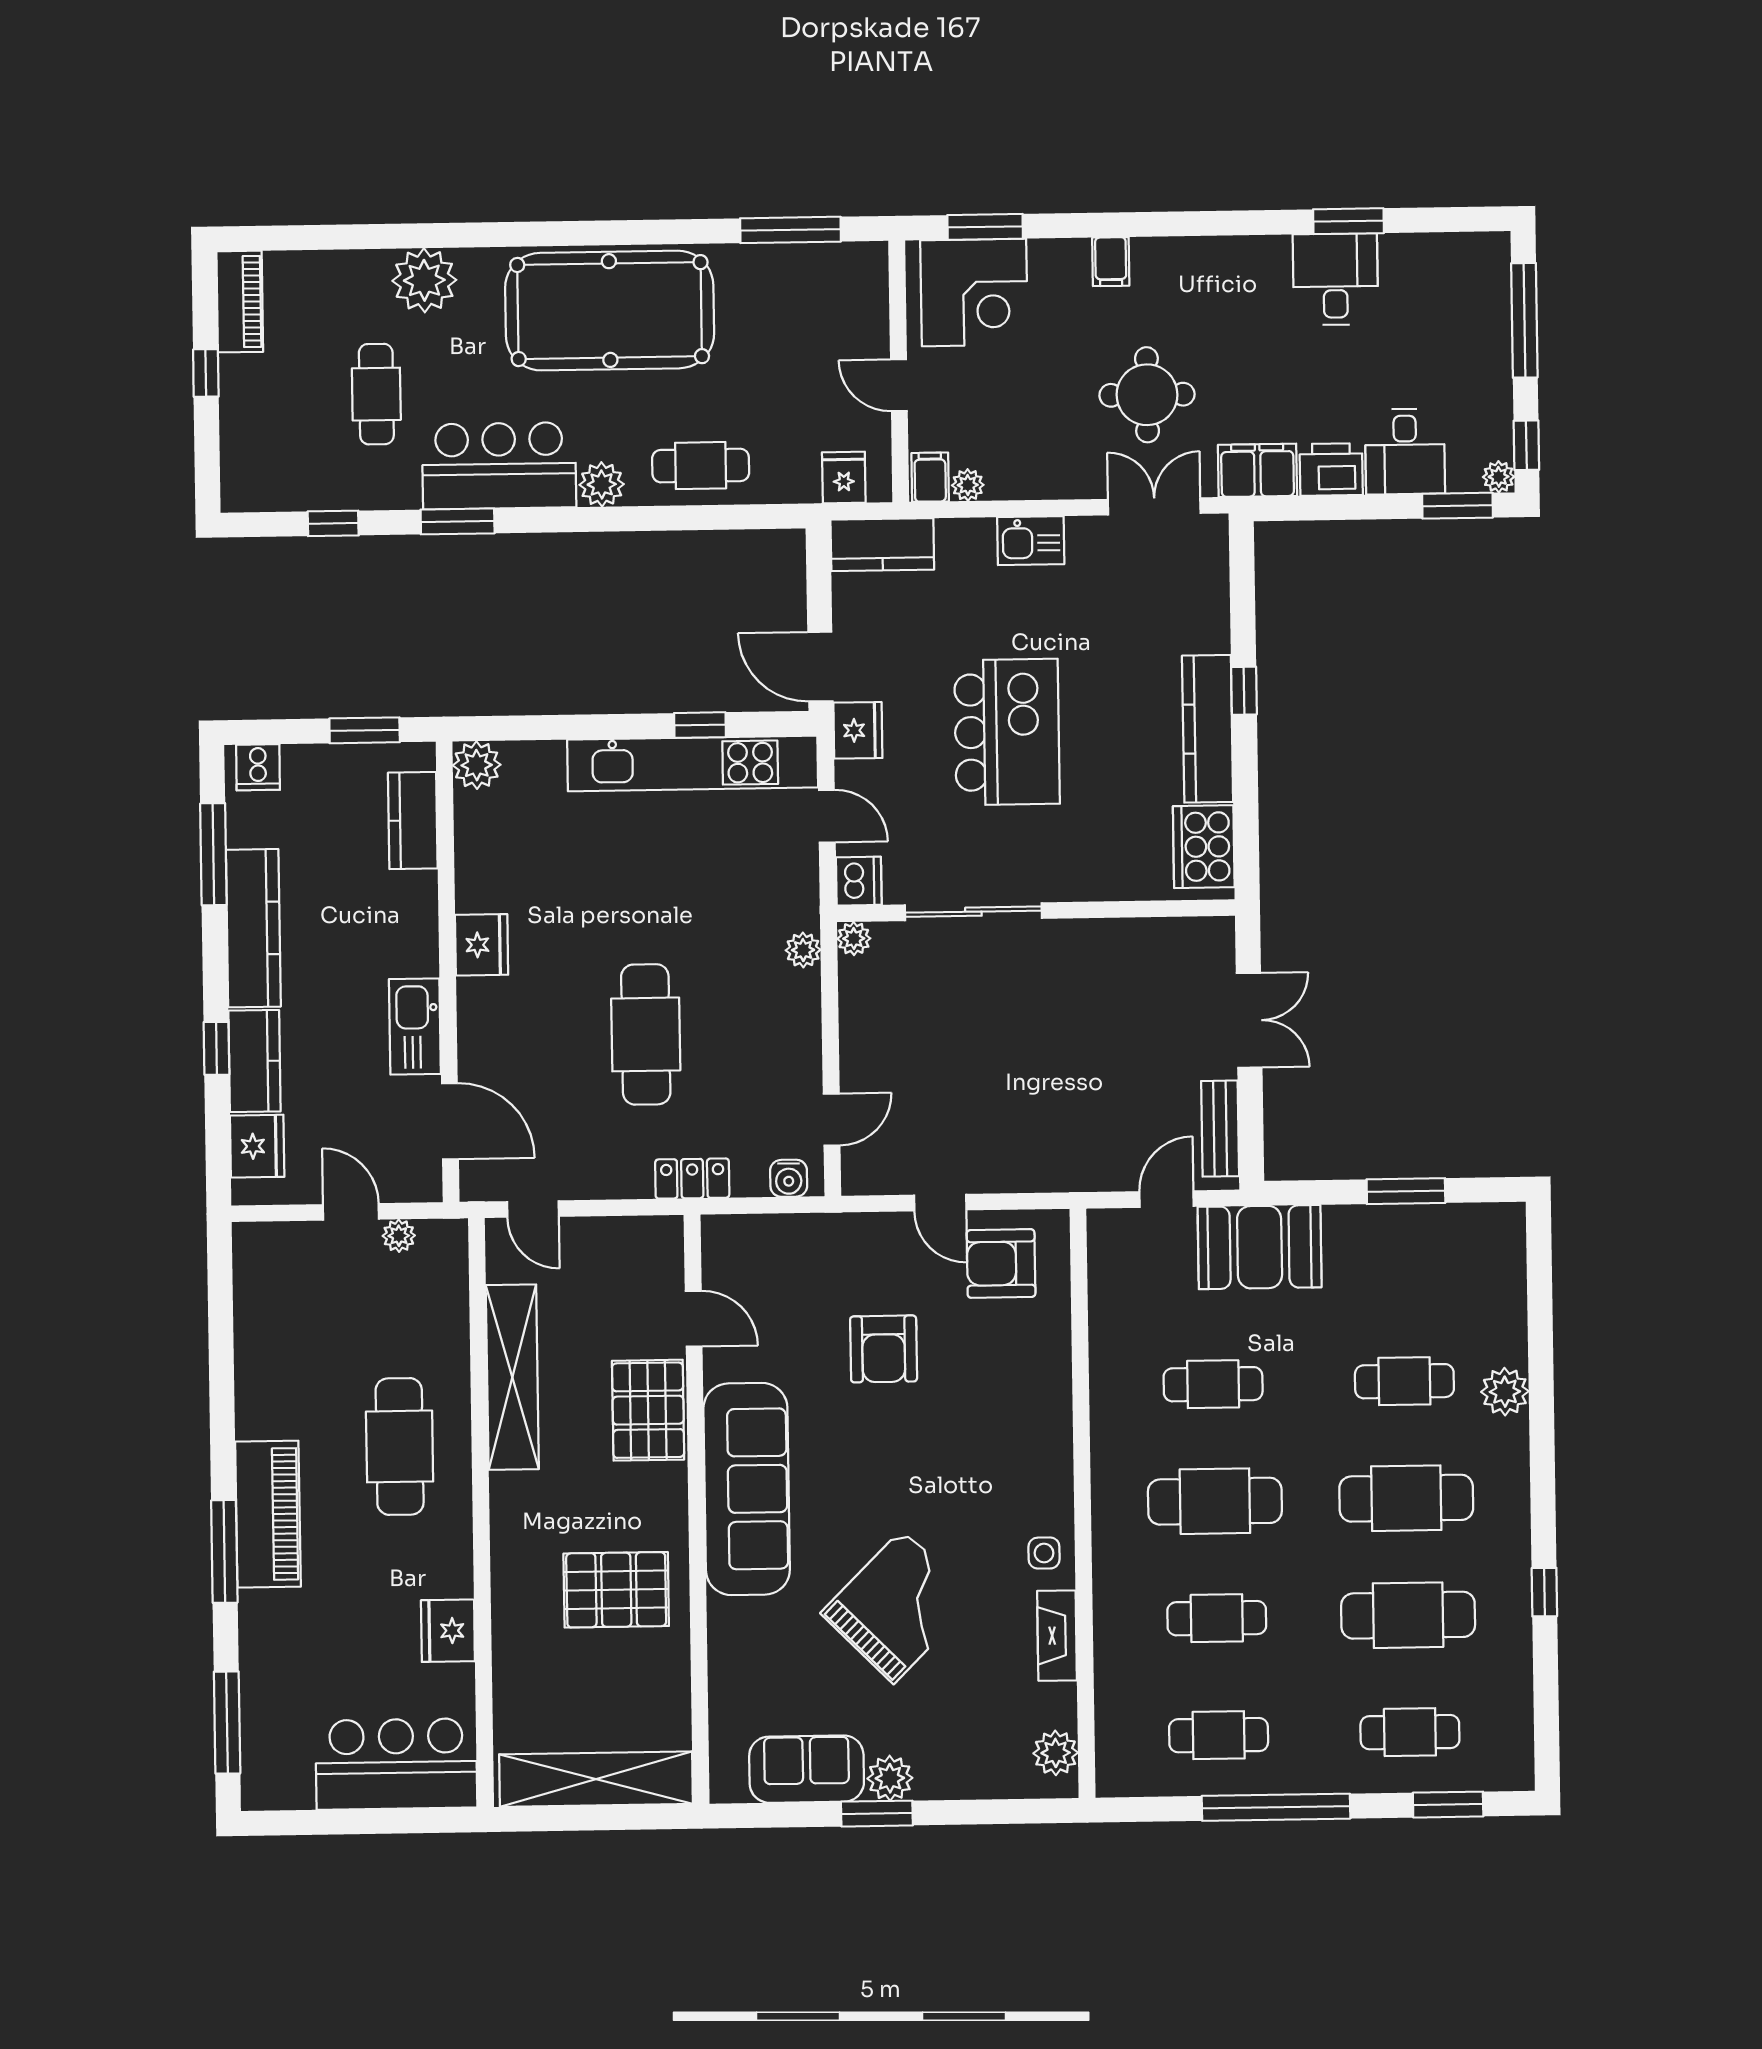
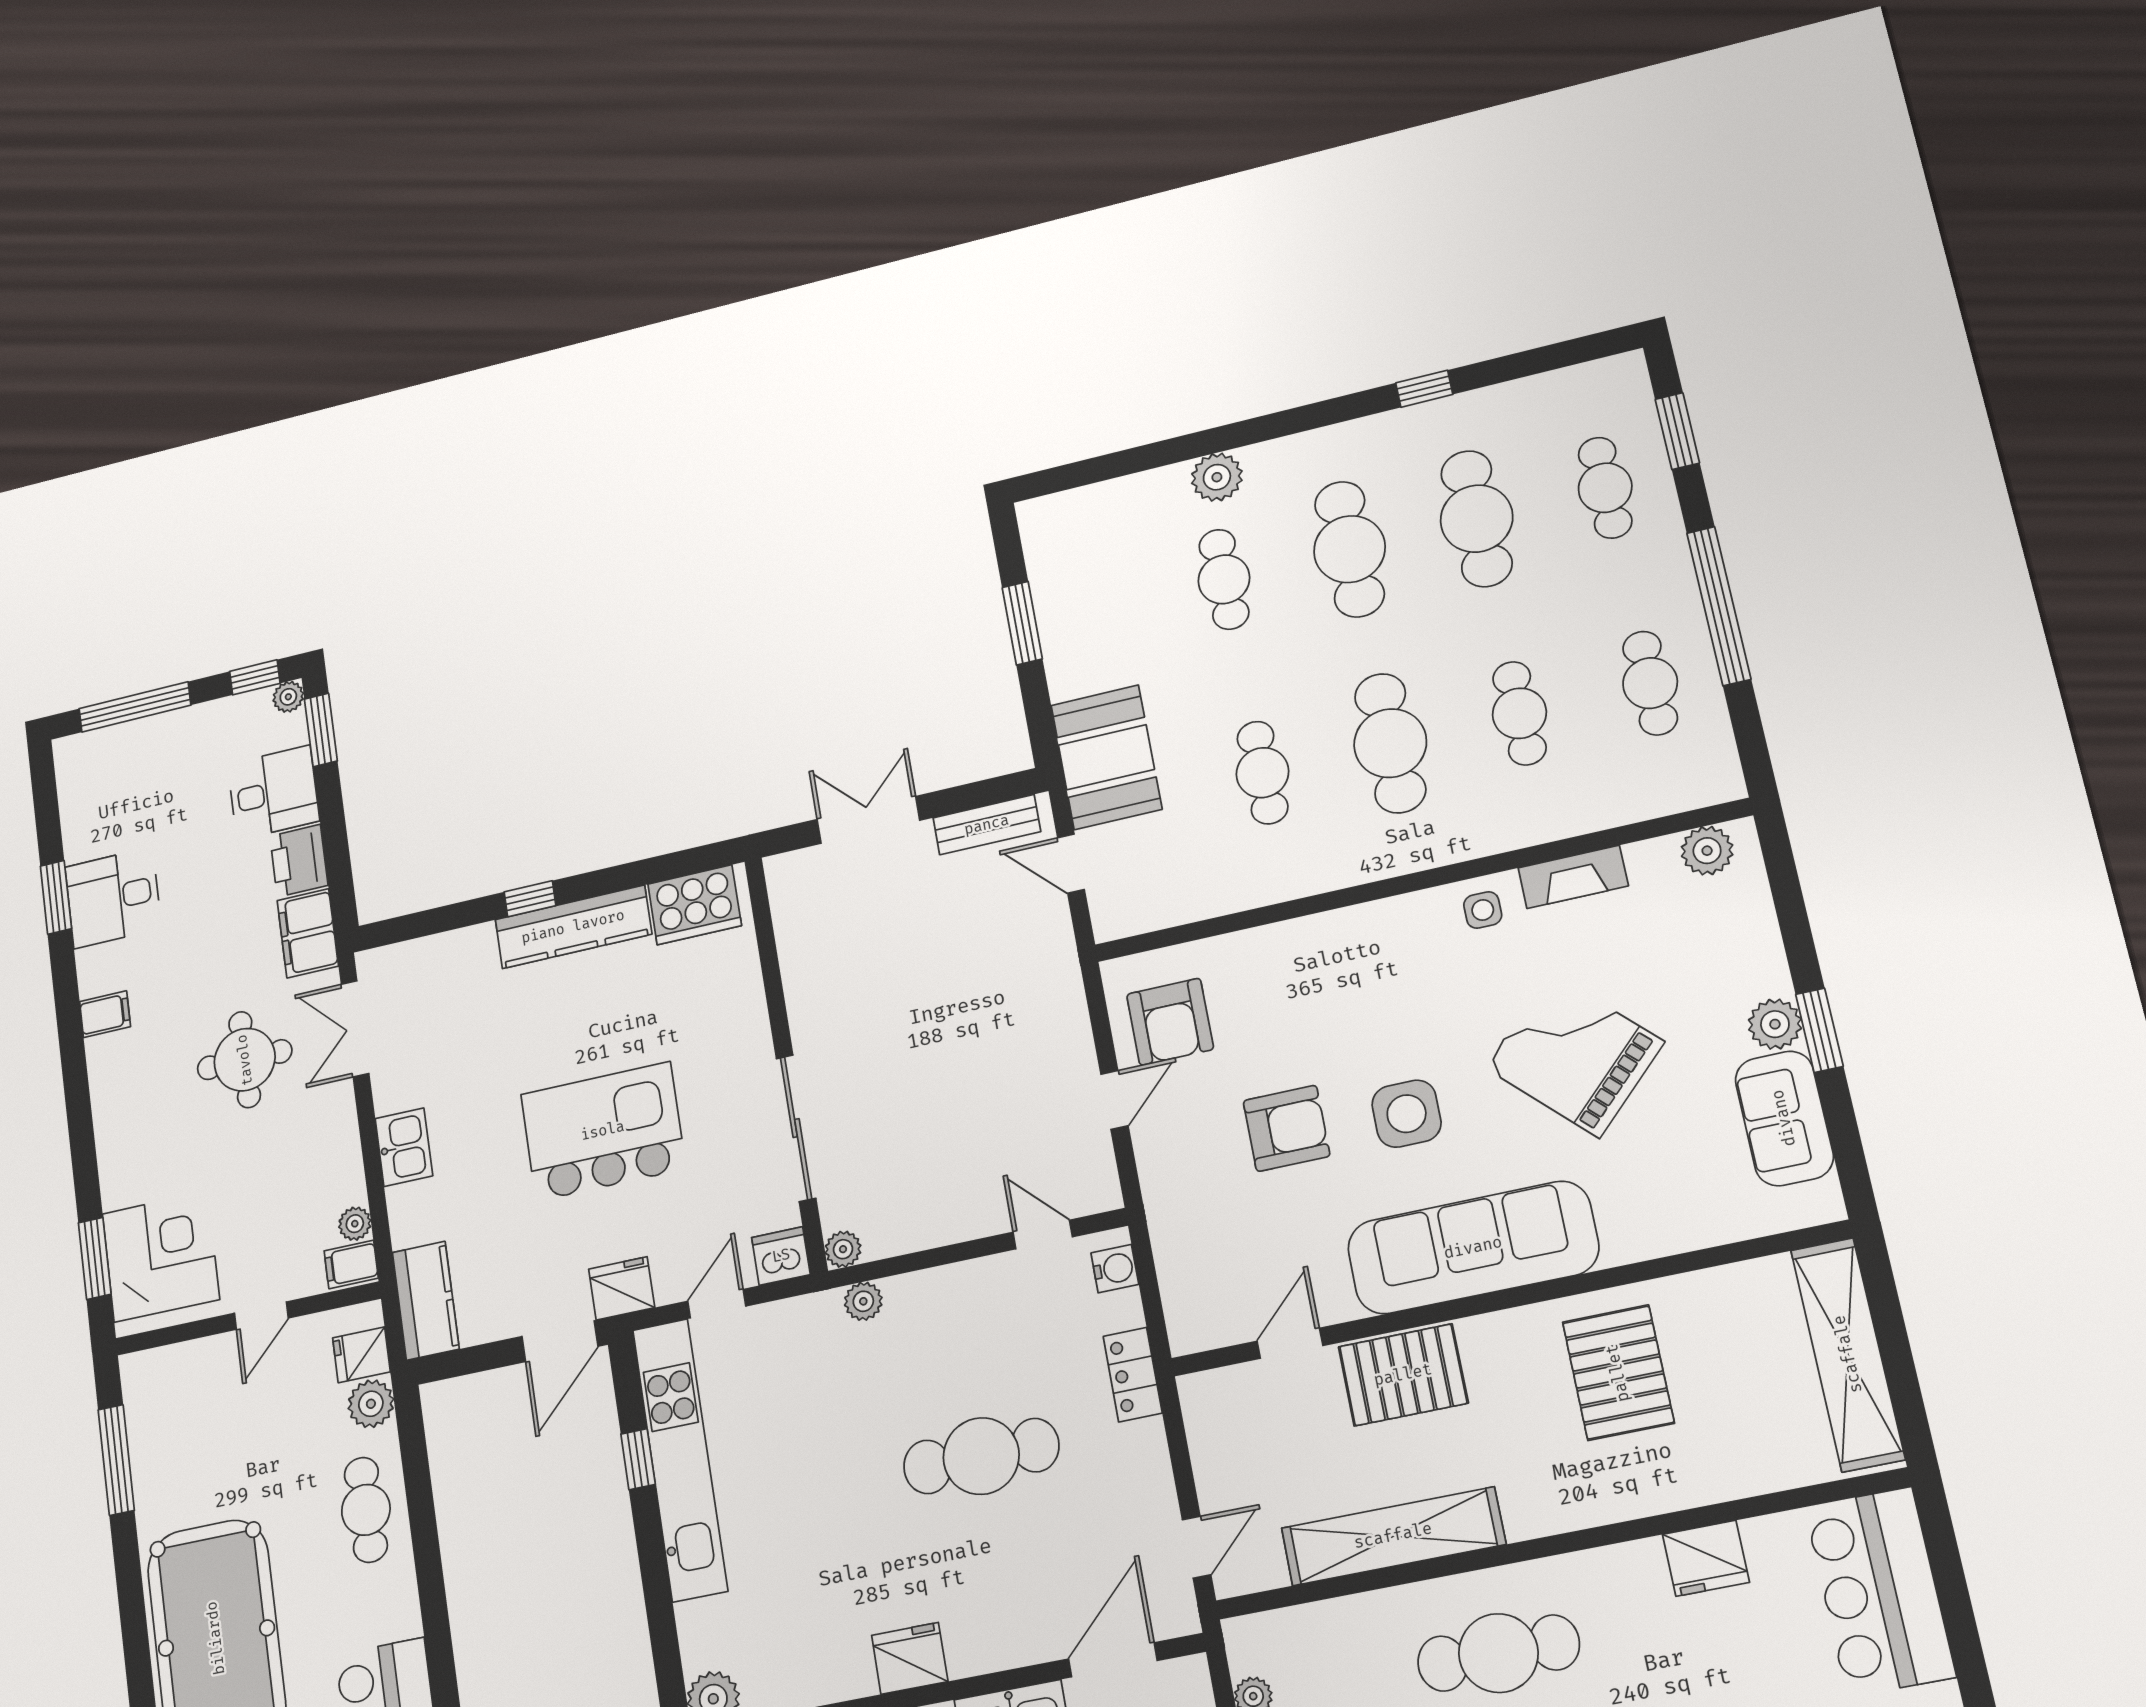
filing cabinet: (1111, 262) -> (105, 1014), moved
plant: (602, 484) -> (371, 1404), moved
side table: (875, 1454) -> (1407, 1114), added

